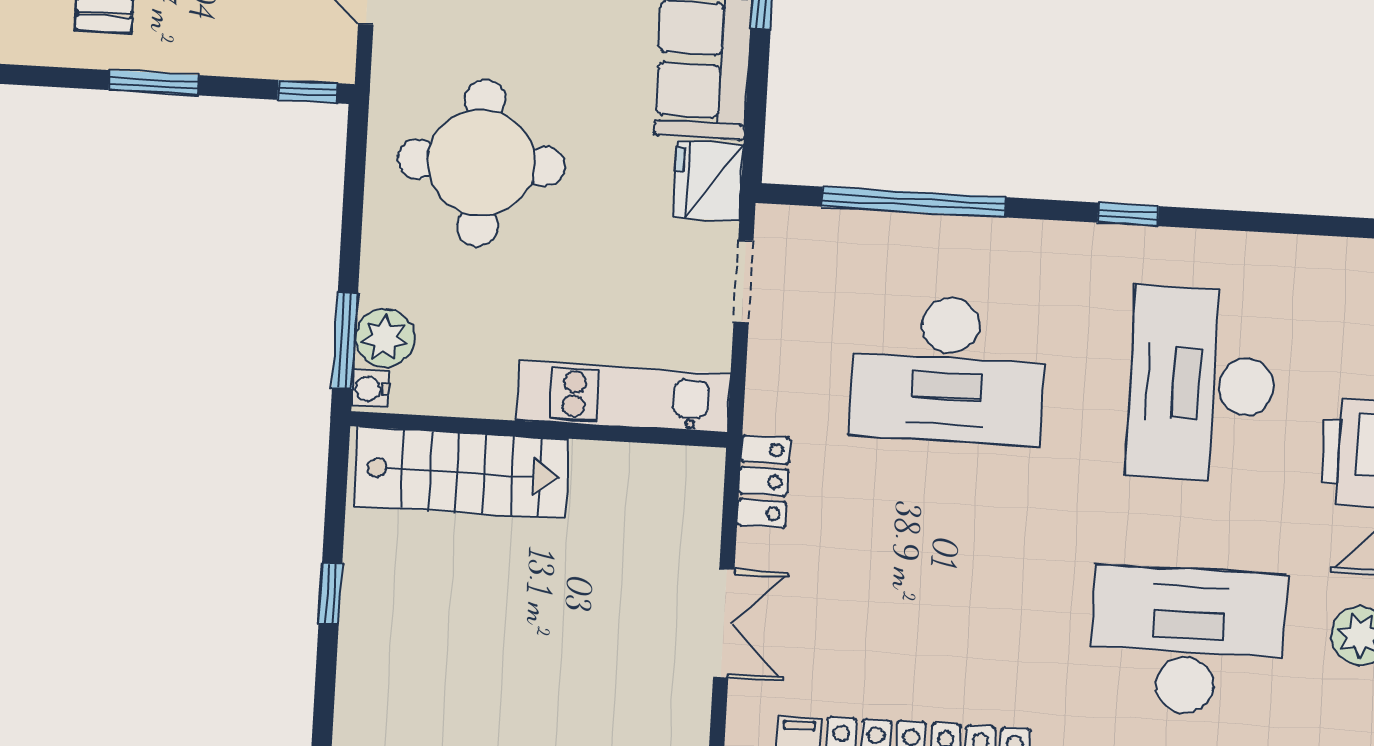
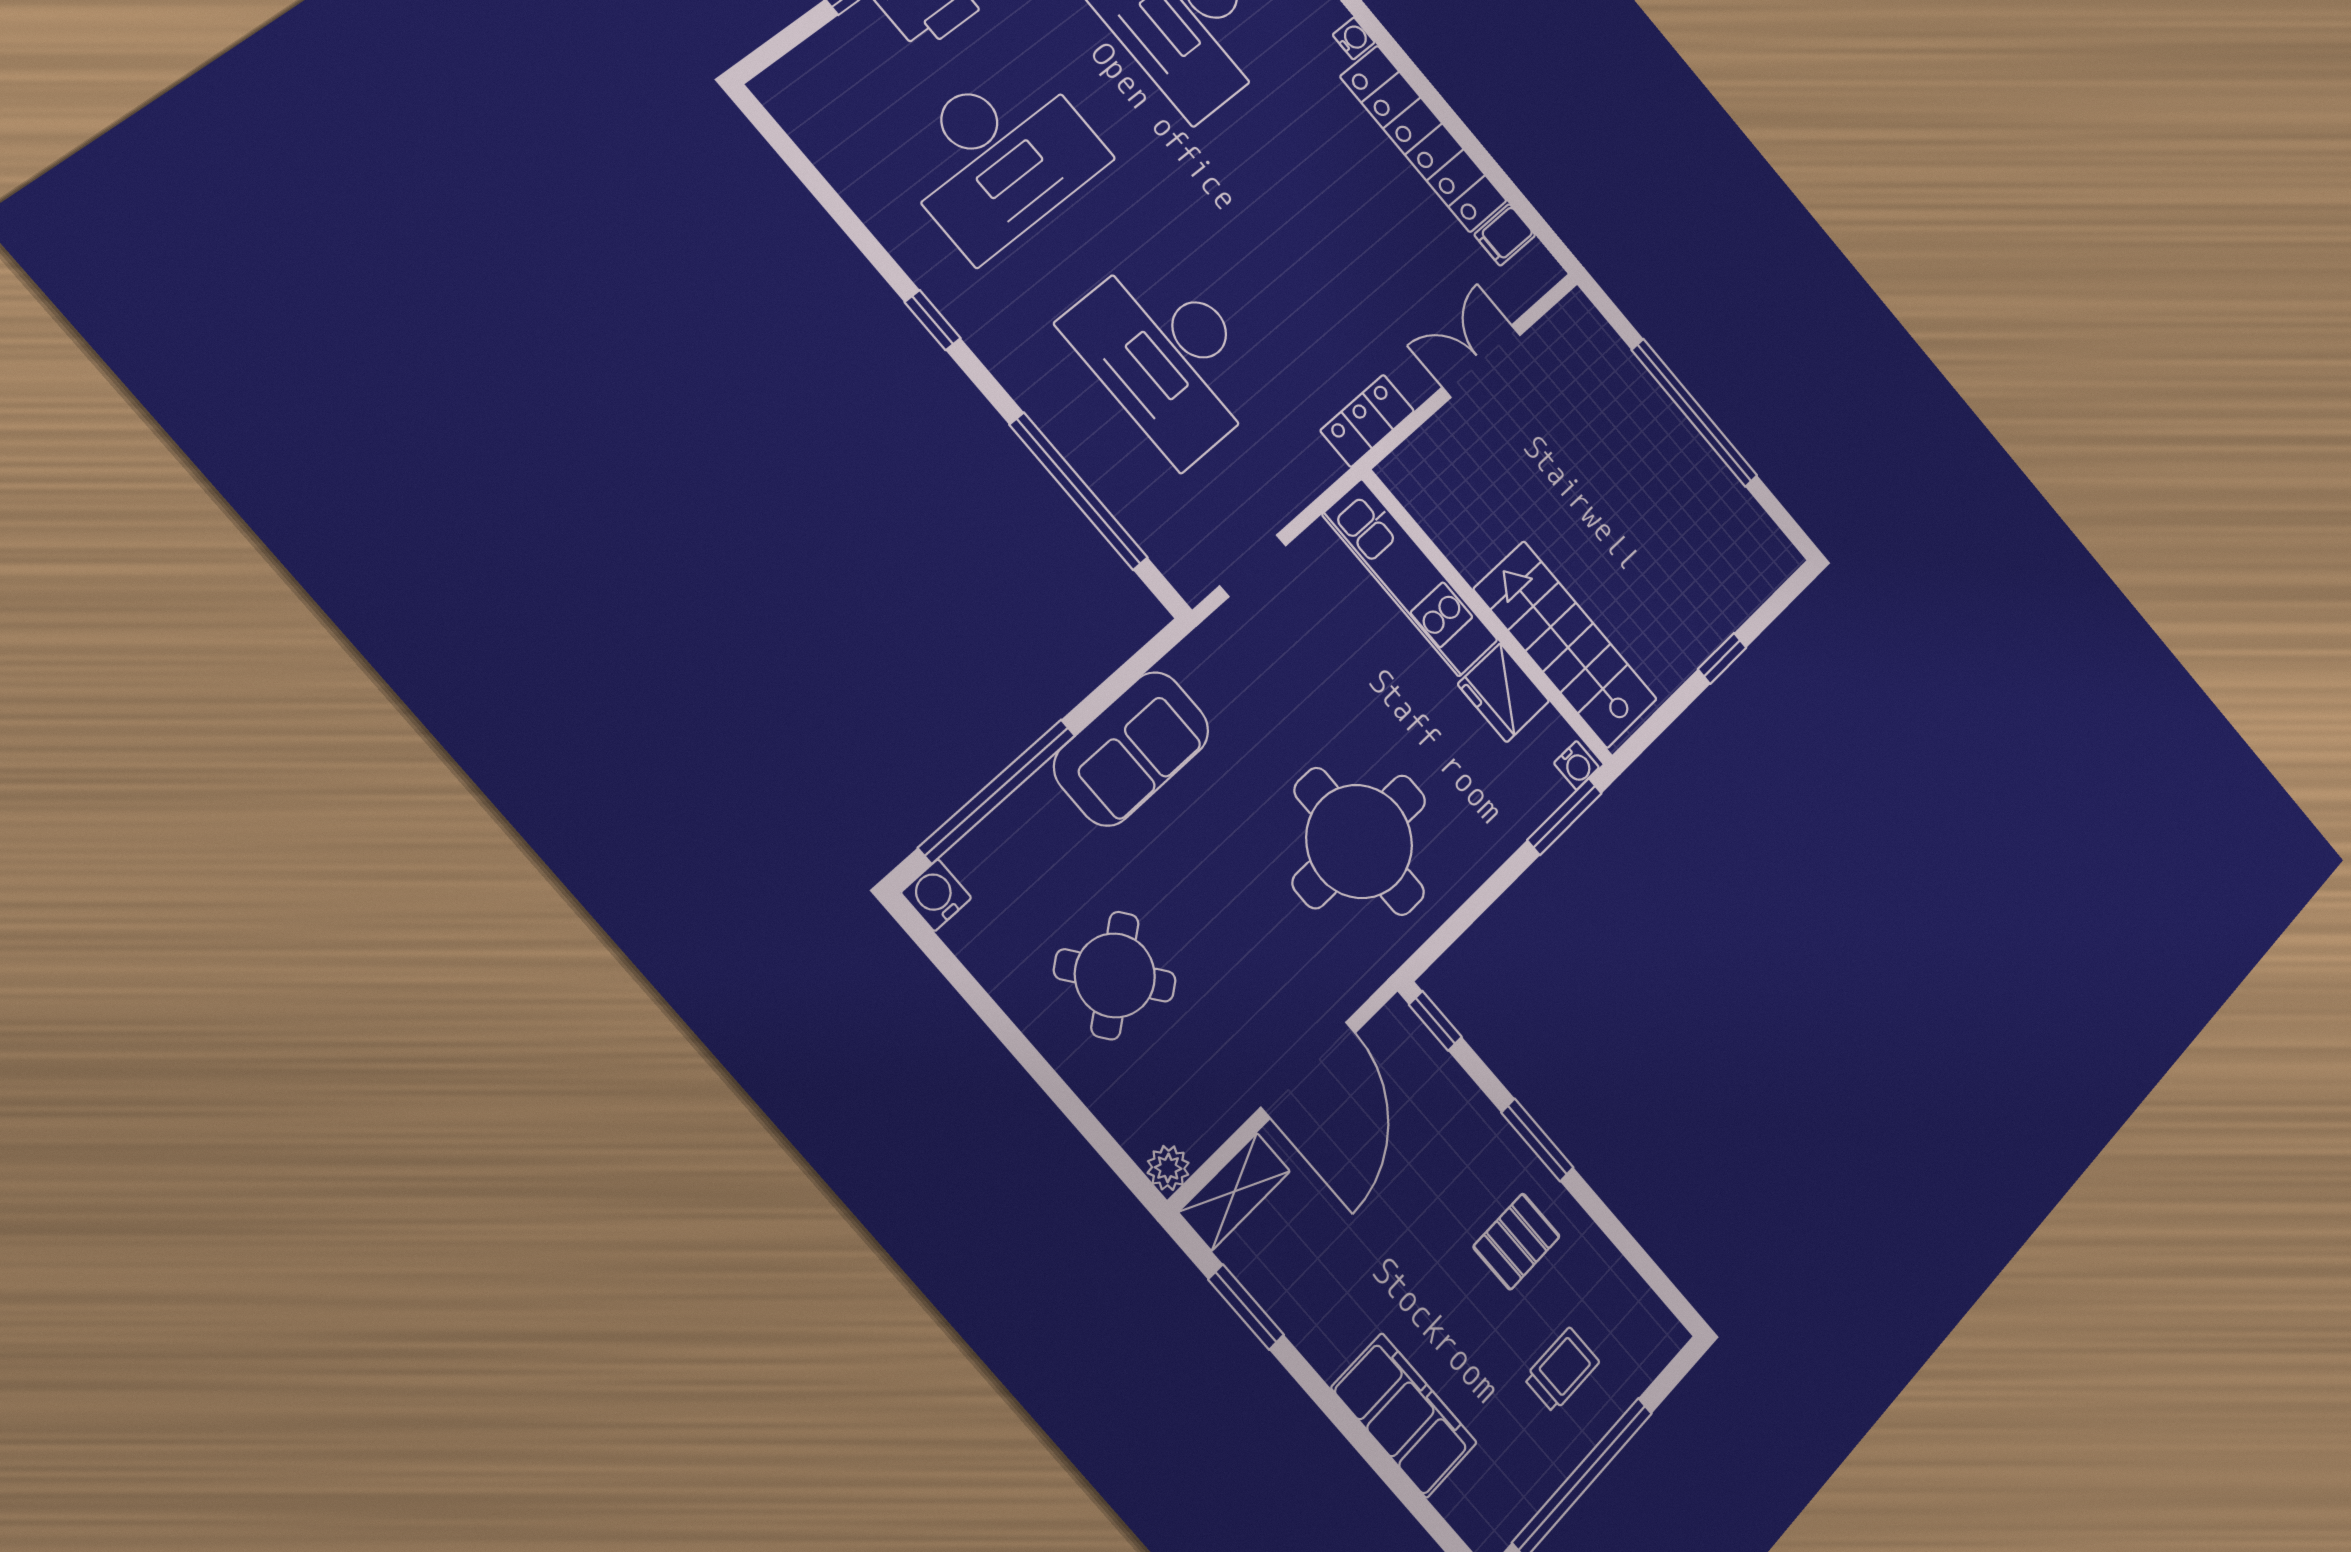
fridge: (708, 181) -> (1503, 693), moved, turned 90
plant: (385, 338) -> (1536, 790), removed
desk: (948, 370) -> (1168, 356), turned 180

